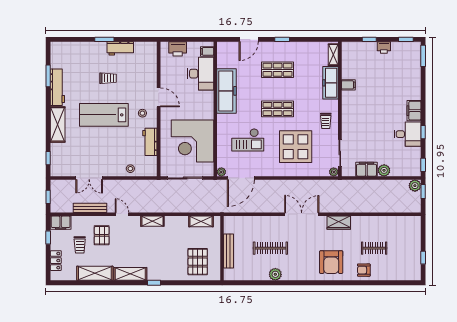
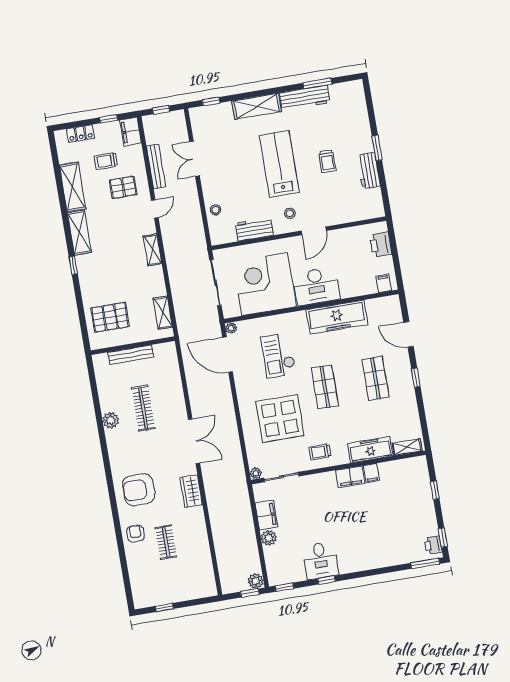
printer: (384, 47) -> (433, 545), moved
desk: (201, 74) -> (316, 286), moved
filing cabinet: (414, 111) -> (350, 477), moved, turned 180

